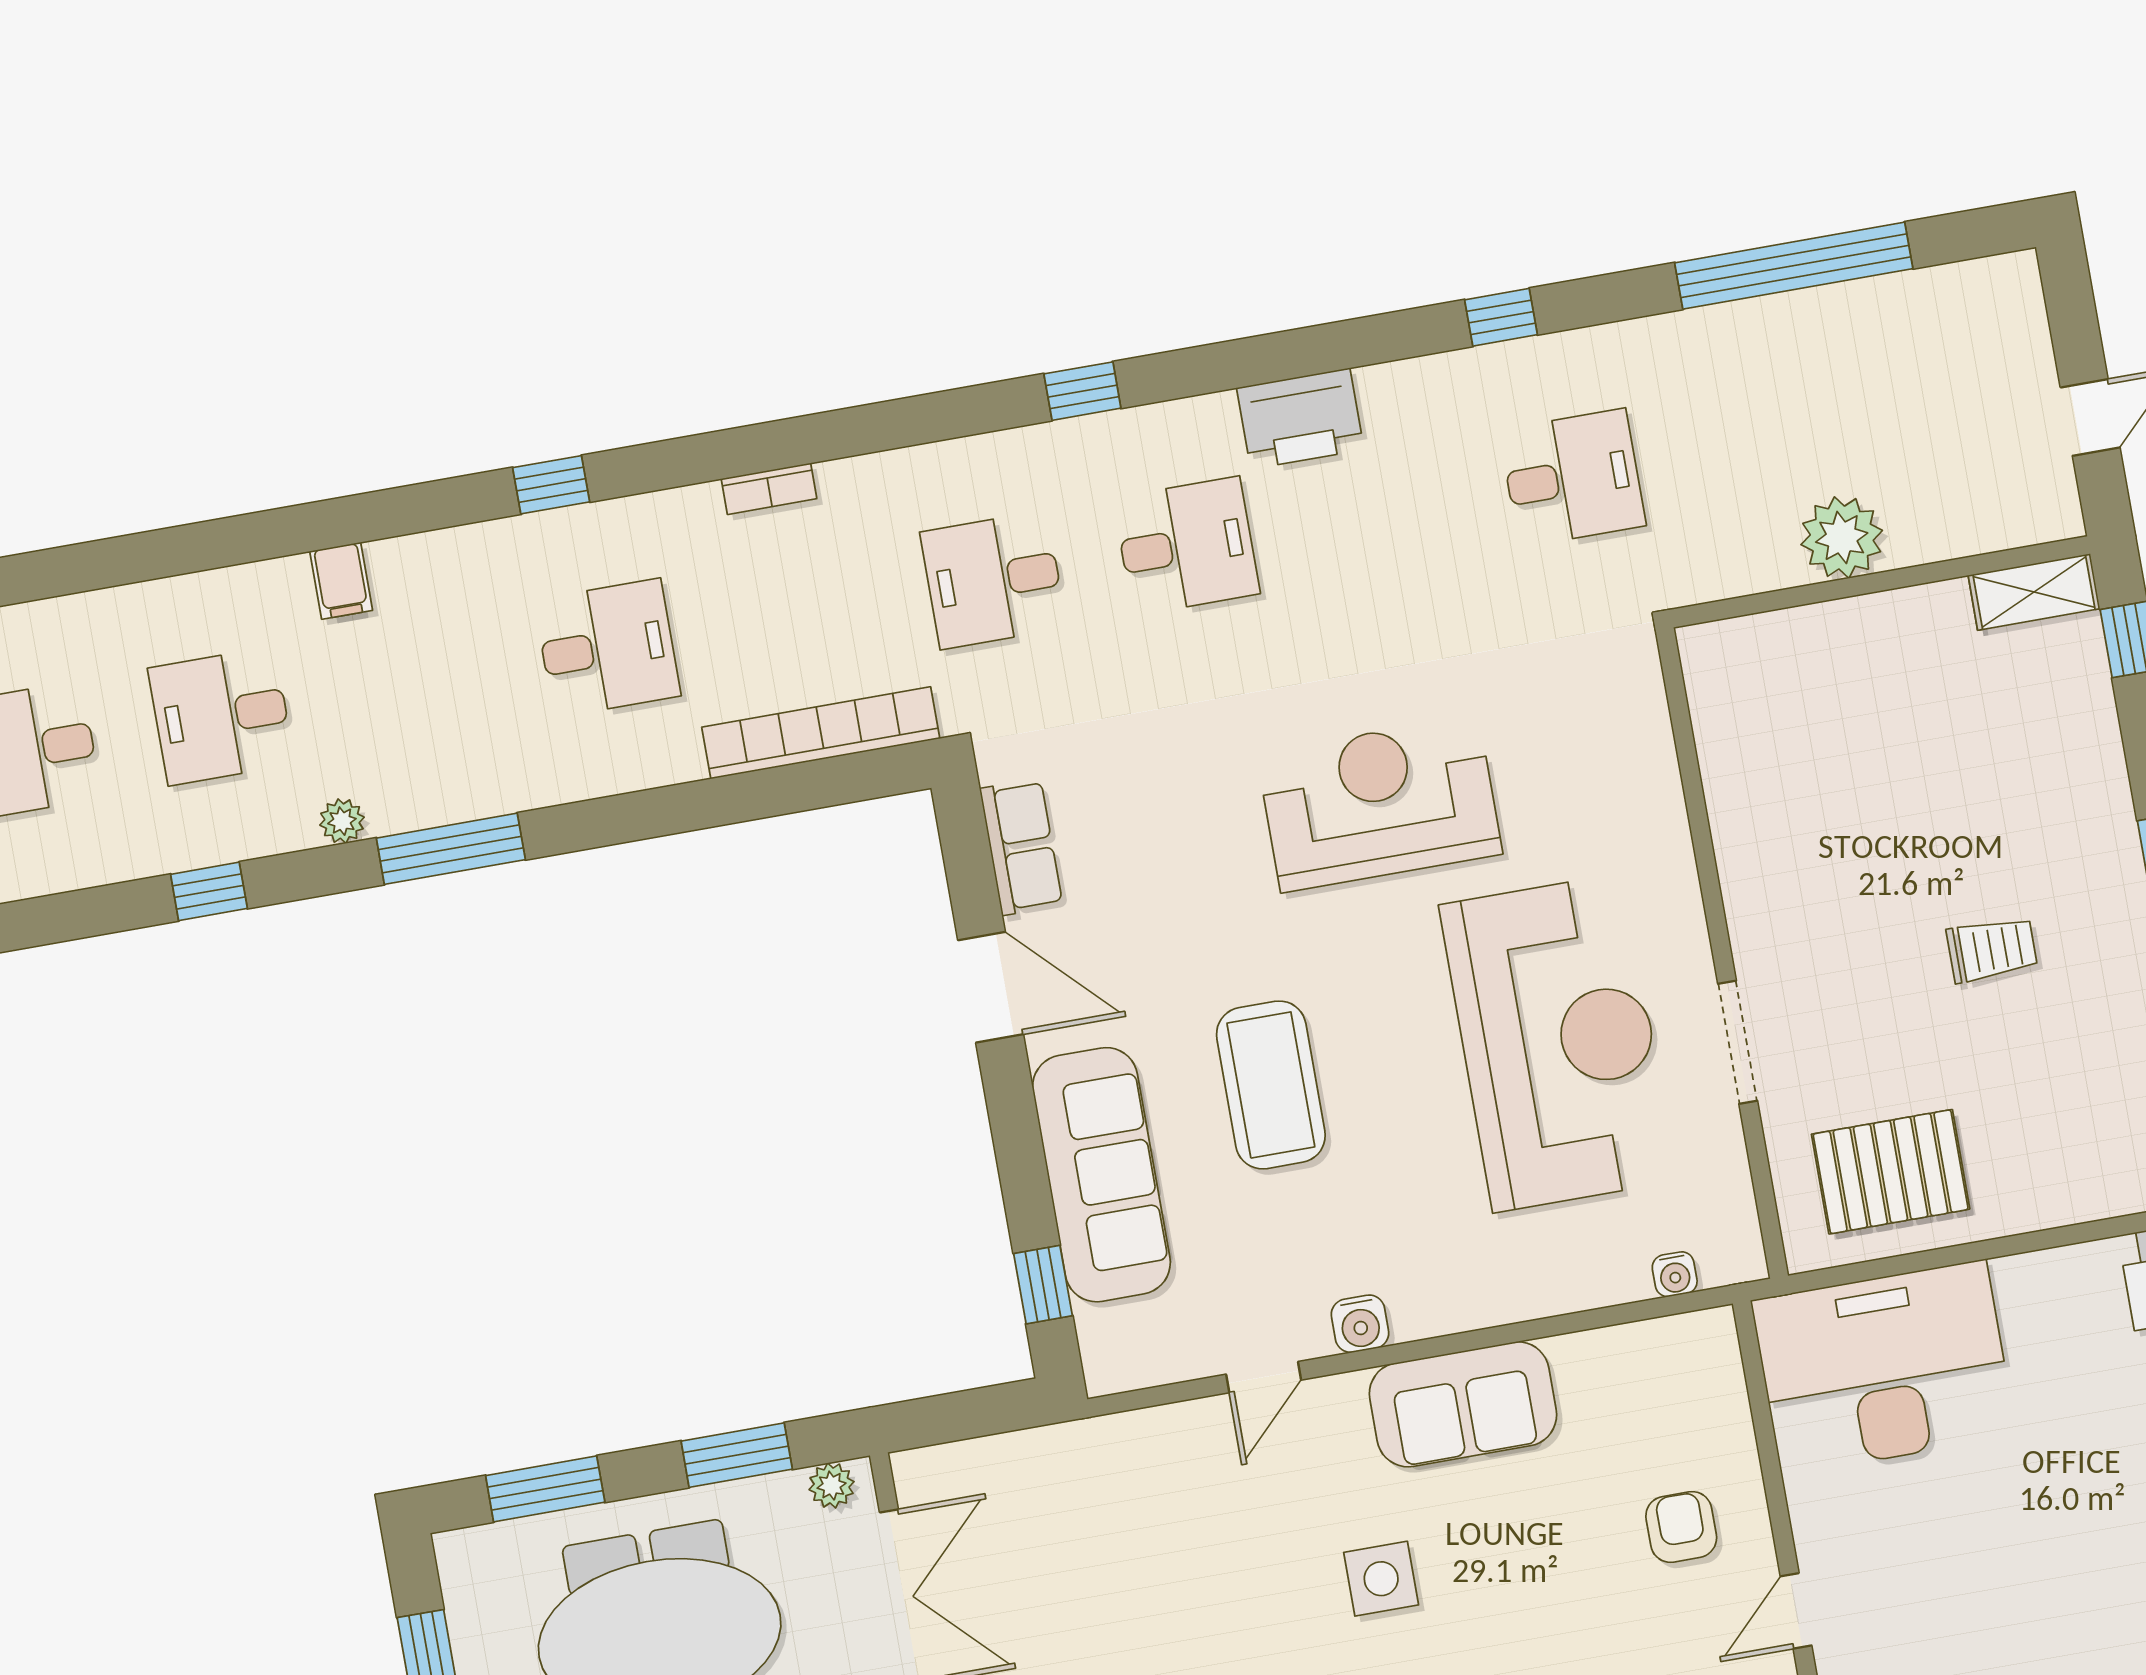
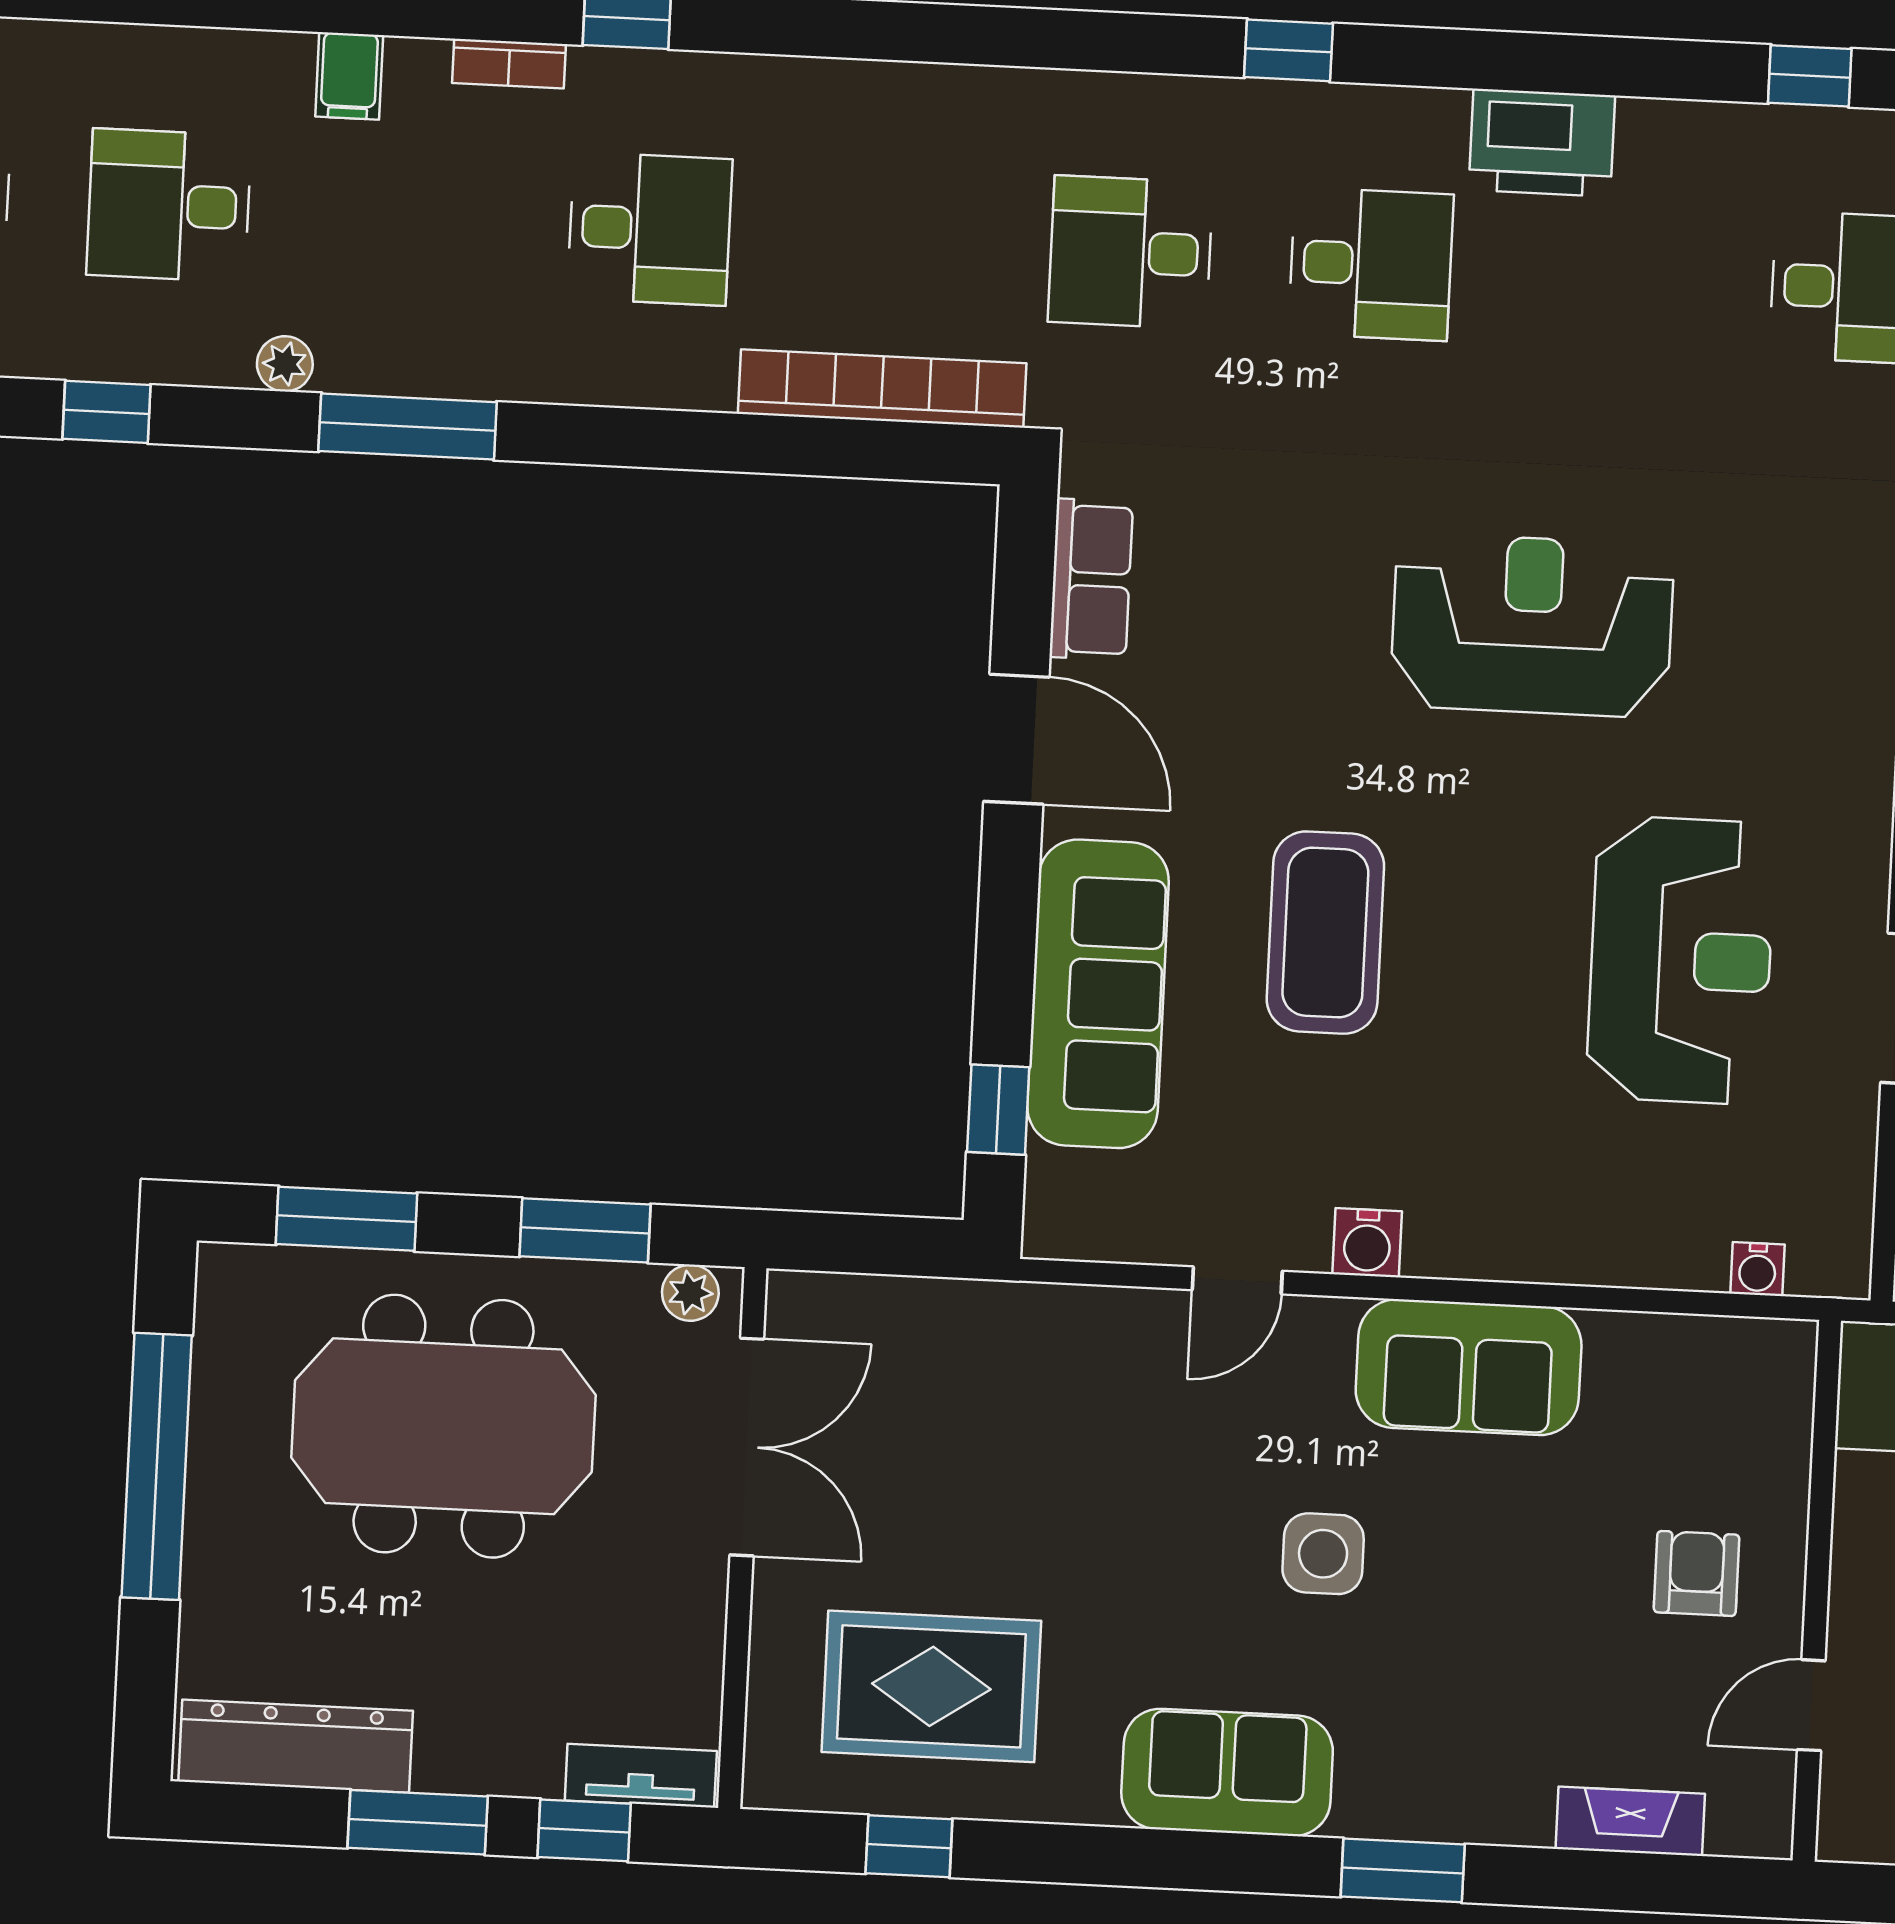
bookcase: (769, 489) -> (509, 64), moved
reception desk: (1558, 1043) -> (1681, 960), width x0.74, depth x0.77

